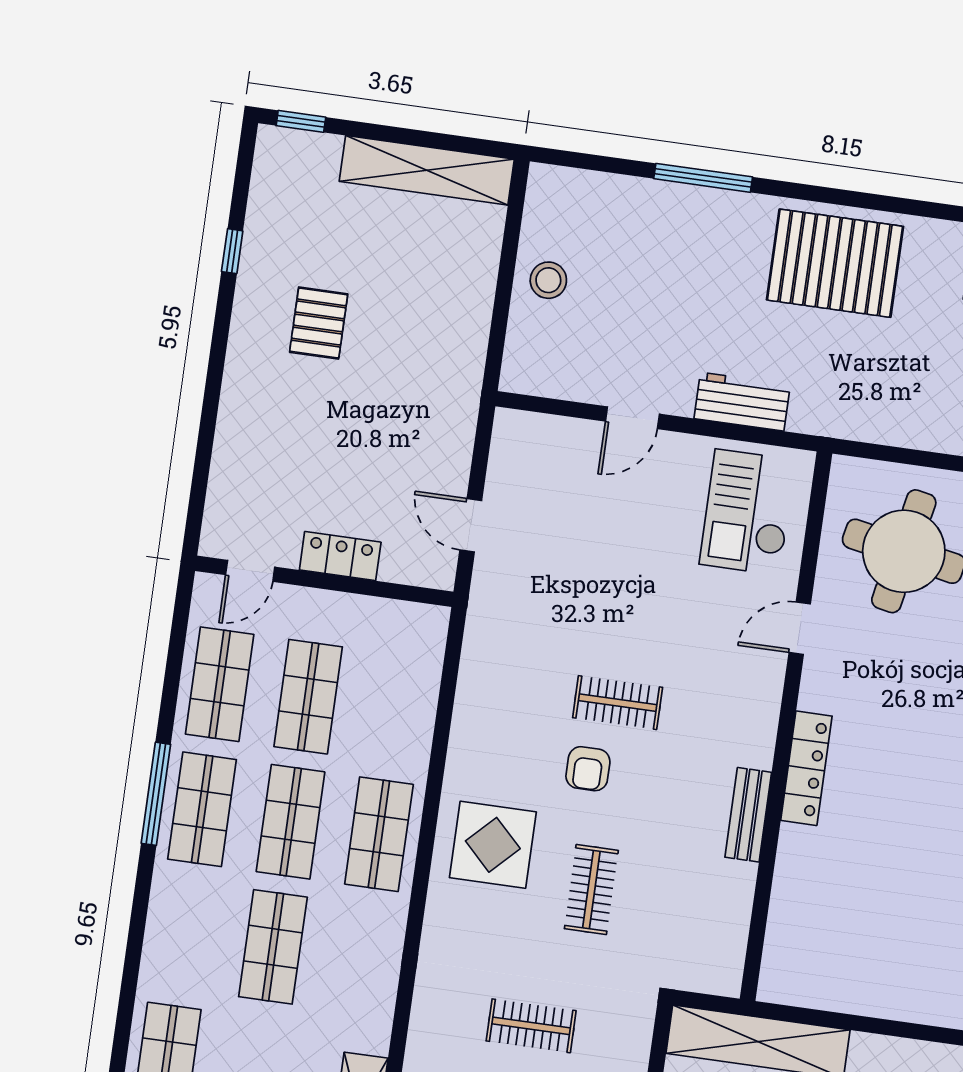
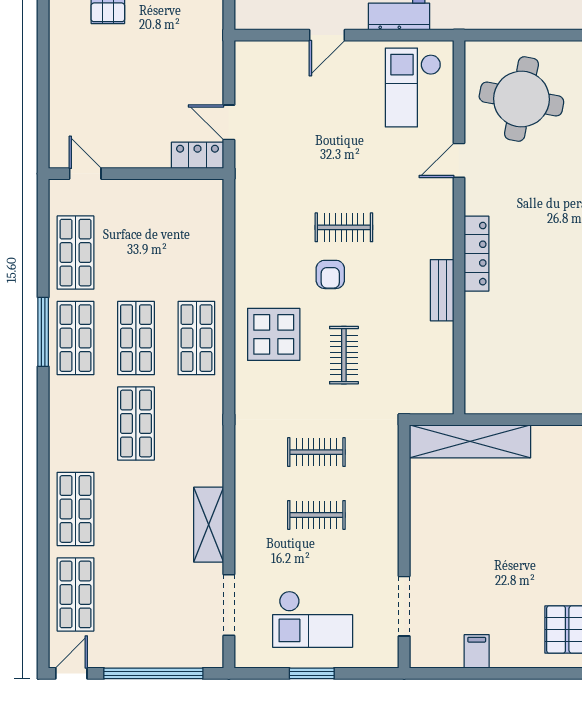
locker: (340, 556) -> (198, 155), moved
door: (250, 571) -> (85, 174), swing flipped
shop shelf: (308, 697) -> (136, 253), removed

